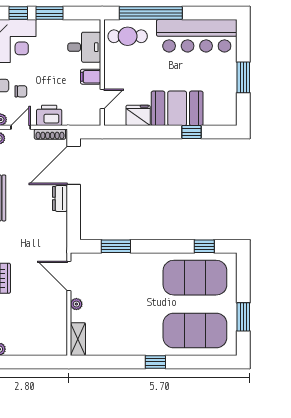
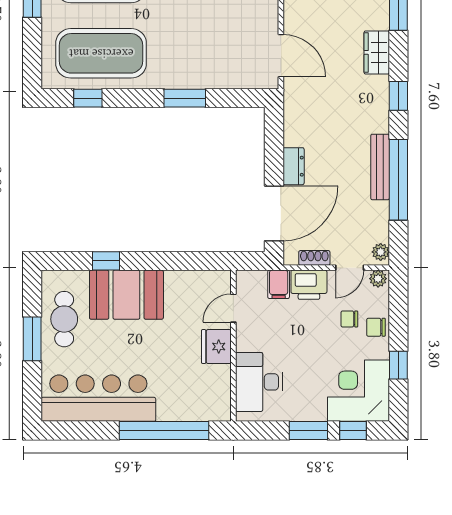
cafe table: (128, 36) -> (64, 319), moved, turned 90
desk: (84, 47) -> (259, 382), width x1.37
filing cabinet: (91, 77) -> (279, 284), moved, turned 90
fridge: (138, 115) -> (216, 347), moved, turned 90
shoe rack: (50, 134) -> (314, 258), width x0.70
window: (116, 246) -> (185, 98), moved
plant: (76, 304) -> (270, 16), removed

